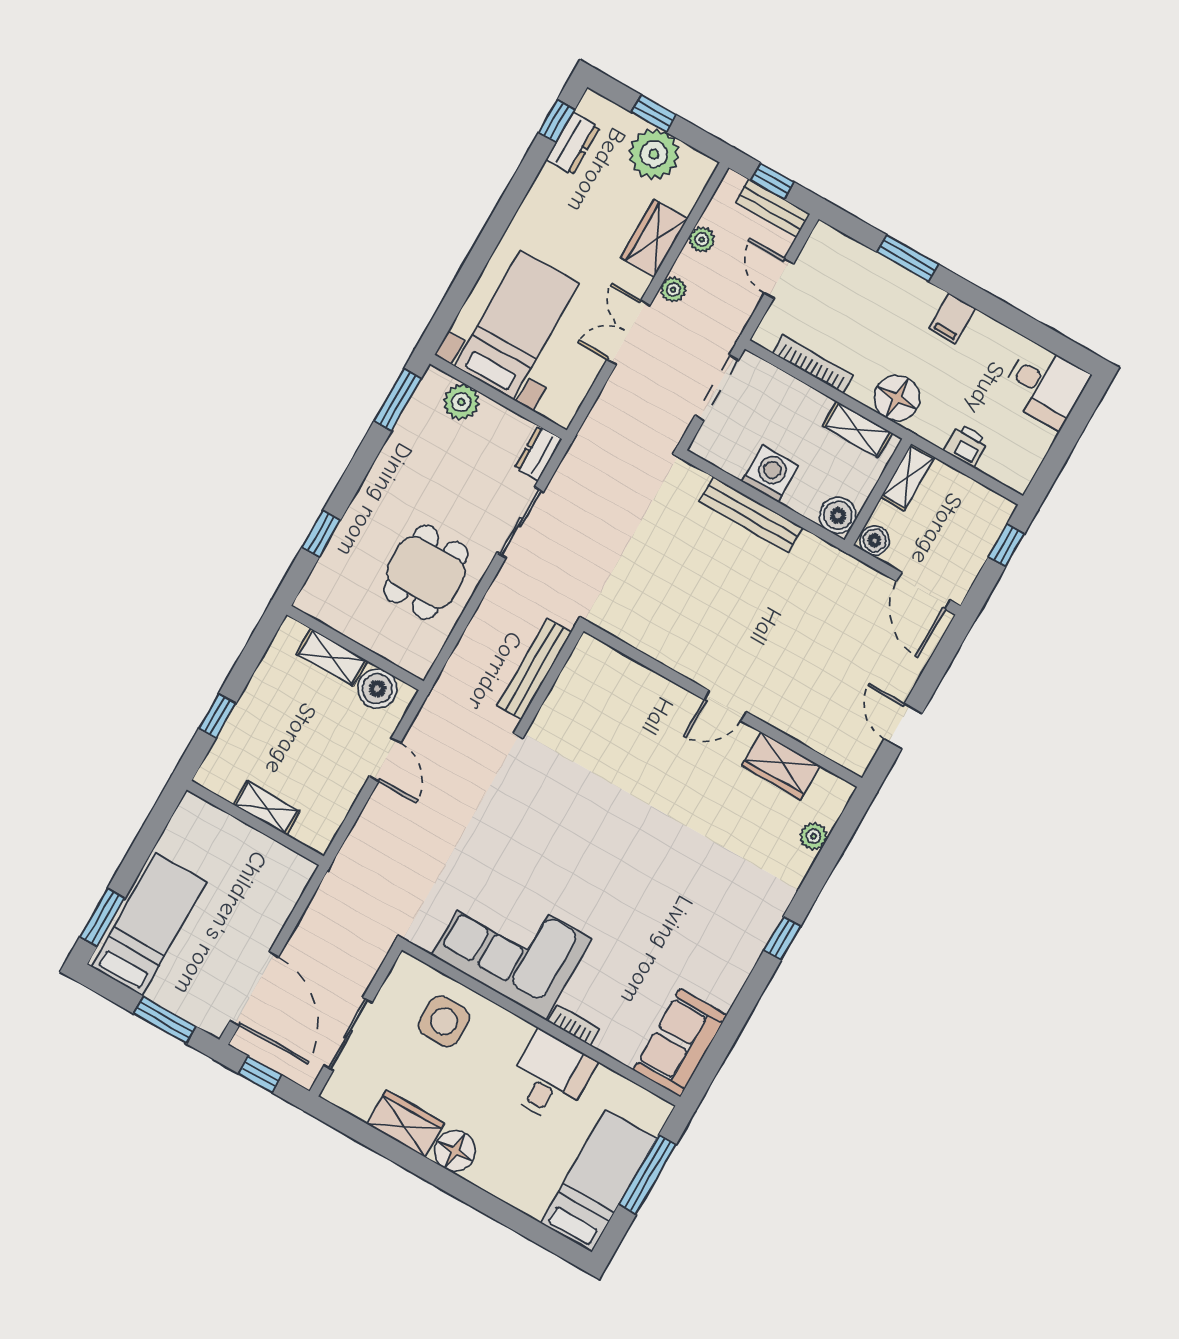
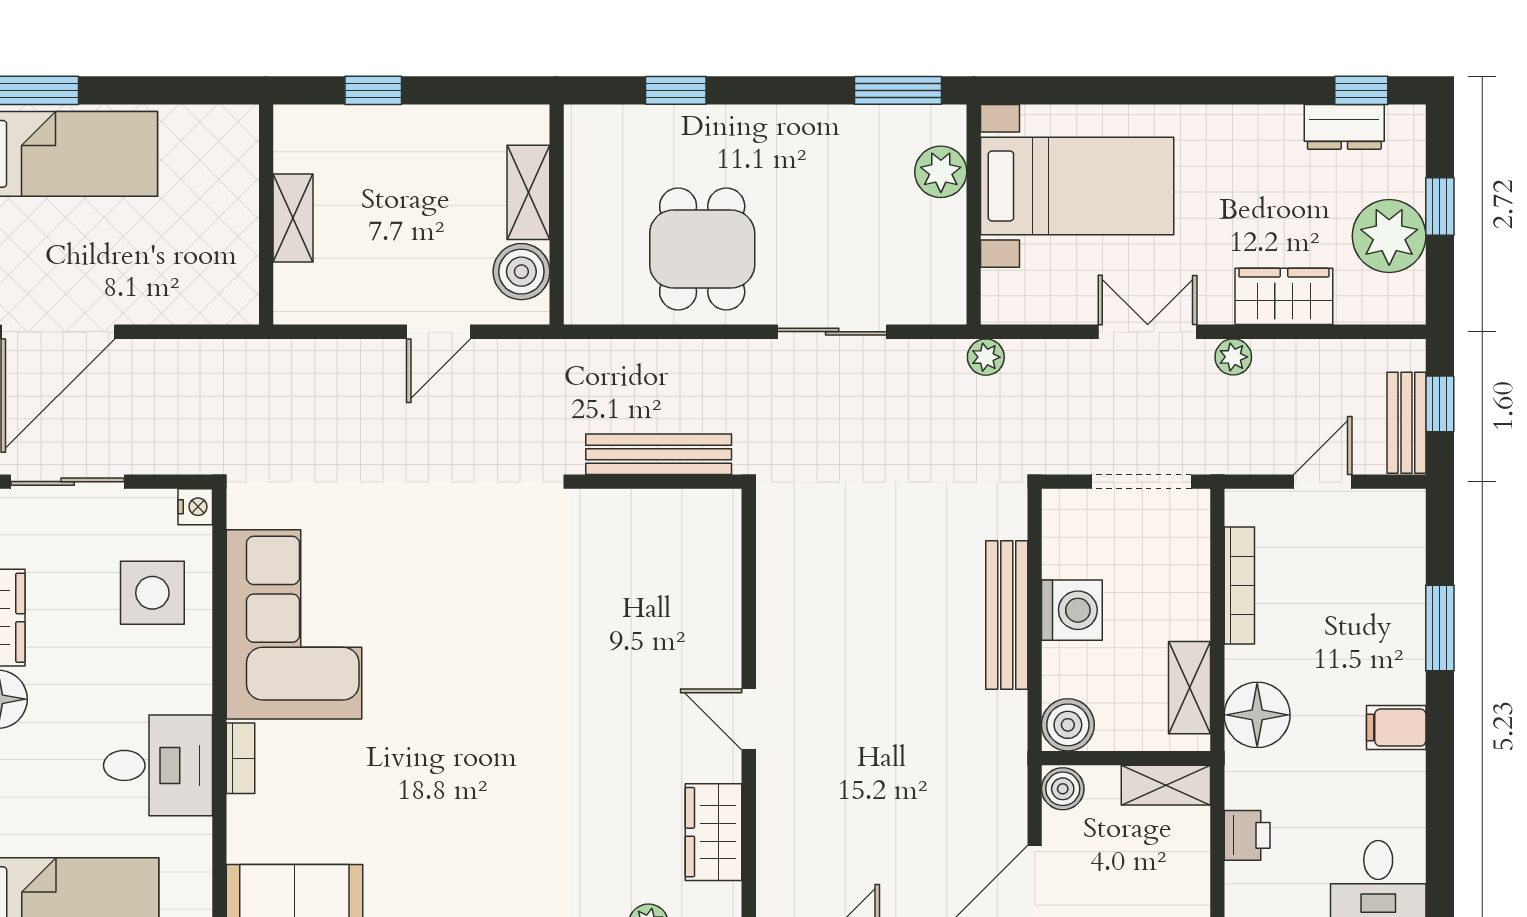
plant: (702, 240) -> (986, 357), moved
dresser: (538, 453) -> (931, 305), removed
dining table: (426, 572) -> (702, 249), turned 90
nightstand: (407, 966) -> (195, 507), added

